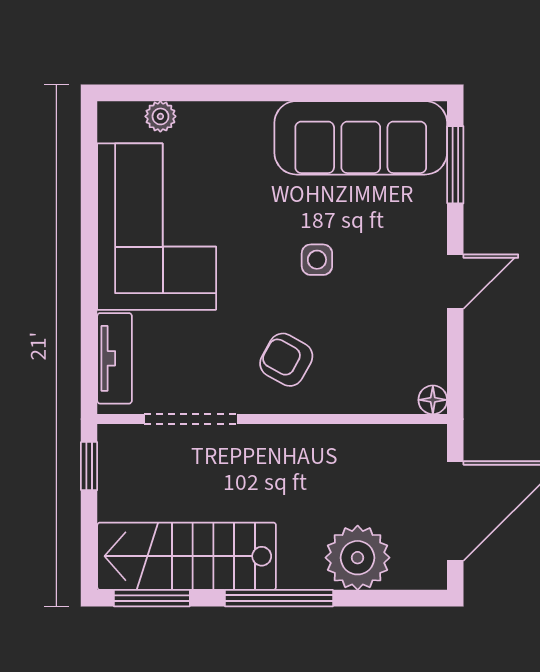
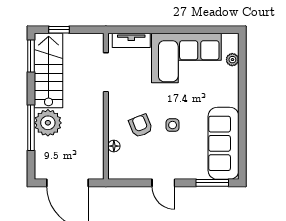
armchair: (286, 360) -> (141, 126), moved, turned -51
floor lamp: (433, 400) -> (114, 146), moved
window: (89, 466) -> (59, 30), moved
plant: (358, 558) -> (48, 123), moved
window: (279, 598) -> (31, 128), moved

